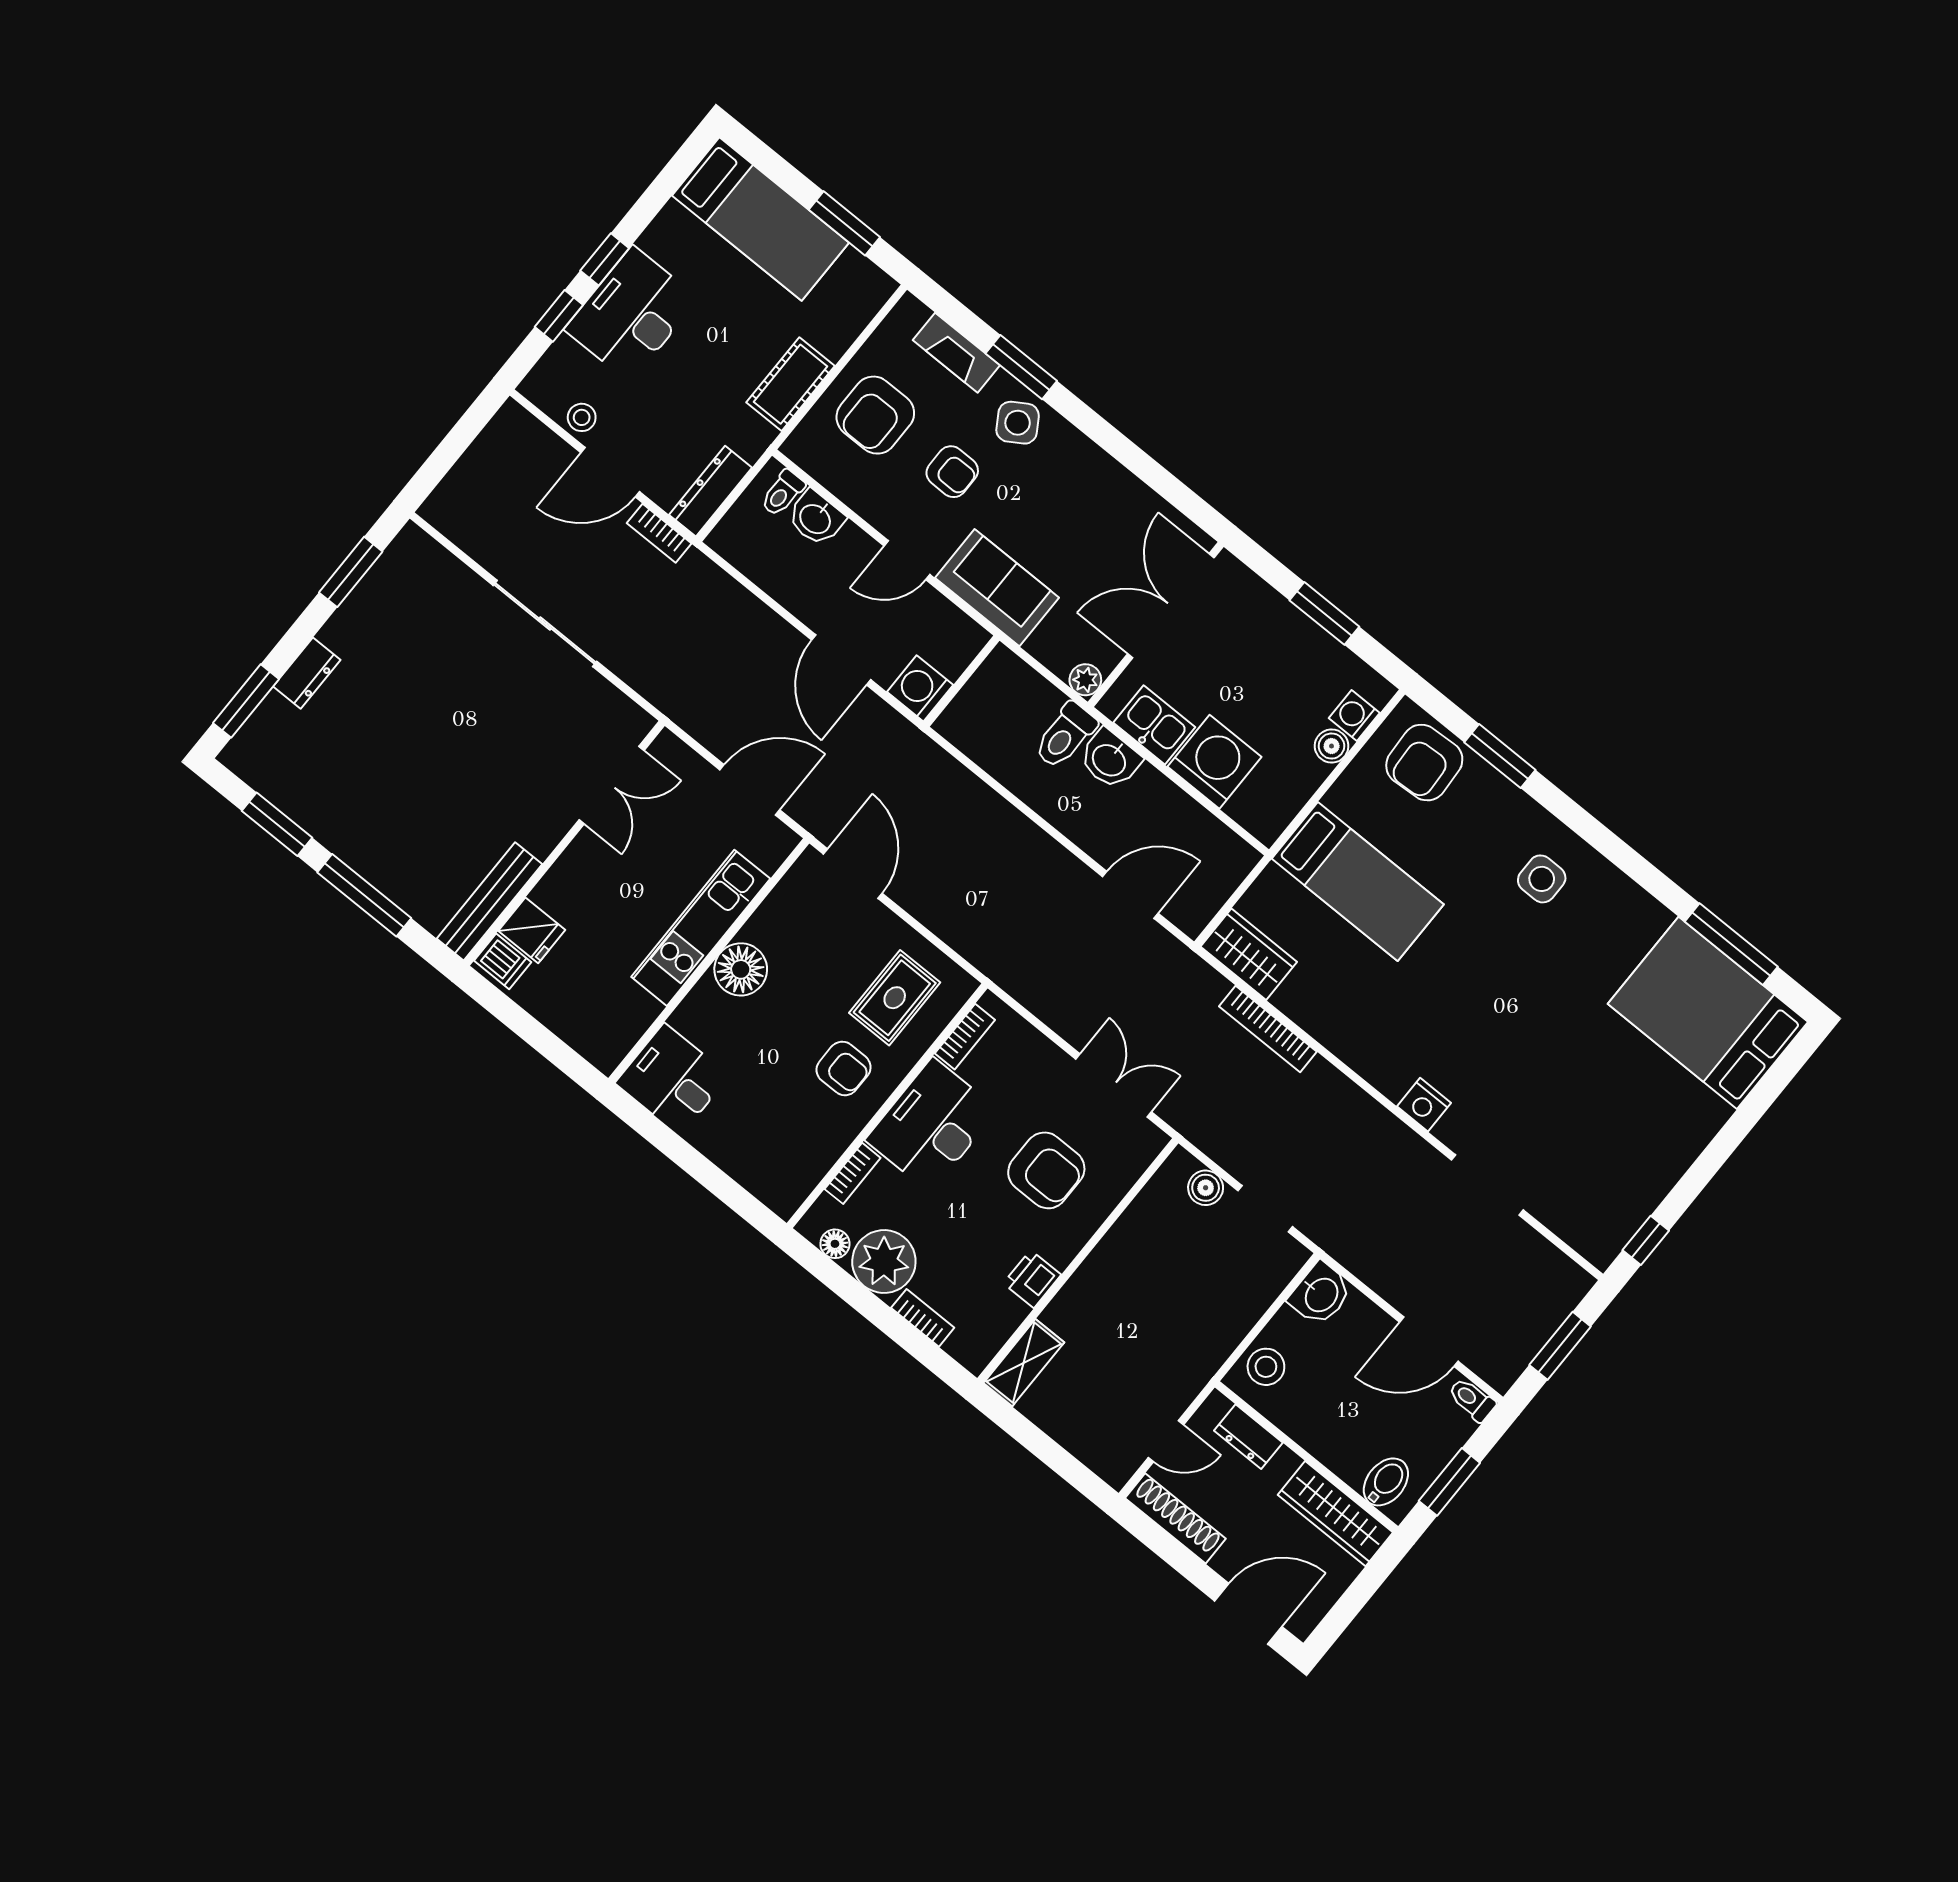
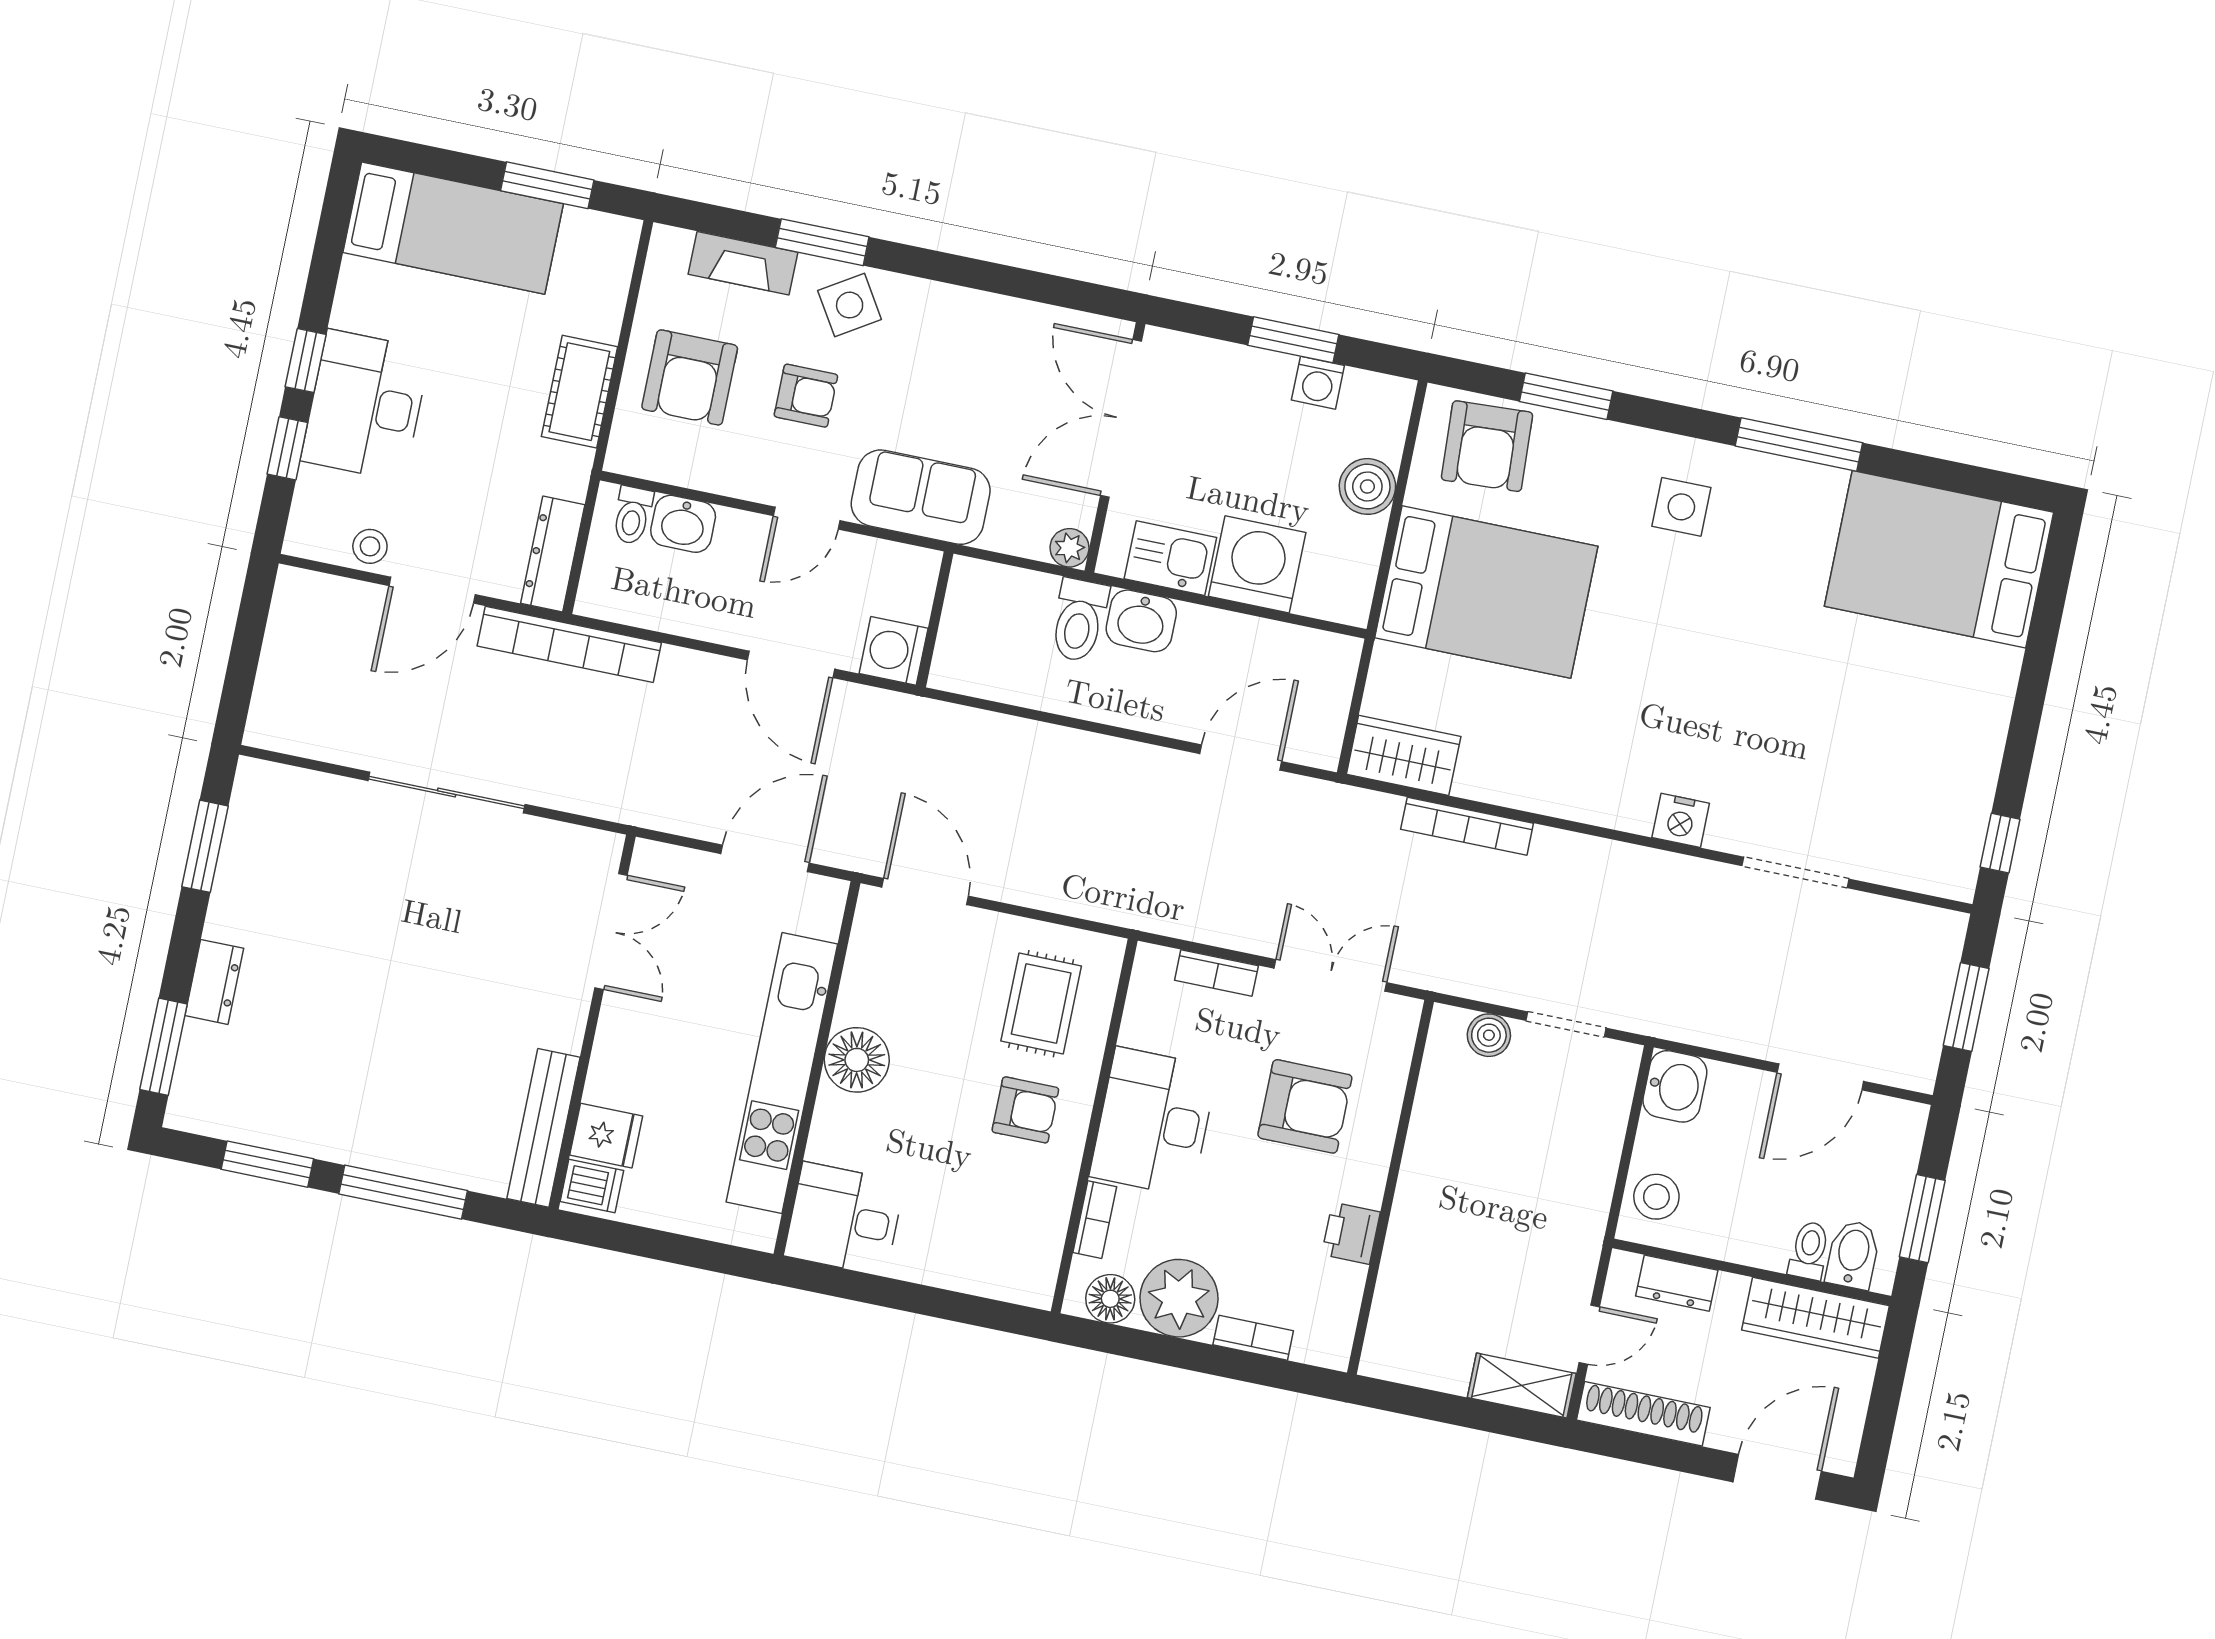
bookcase: (659, 533) -> (569, 644), width x2.31, depth x1.31
washing machine: (1354, 716) -> (1318, 383), moved, turned -90
boiler: (1332, 746) -> (1367, 486), width x1.36, depth x1.36
bed: (1358, 882) -> (1486, 592), width x1.50
kitchen unit: (701, 928) -> (782, 1073), width x1.36
window: (1731, 944) -> (1799, 444), moved
bookcase: (965, 1037) -> (1216, 973), moved, turned 90
floor lamp: (835, 1244) -> (1110, 1299), width x1.37, depth x1.37
shelving: (1024, 1363) -> (1522, 1386), moved, turned 90
toilet: (1472, 1400) -> (1809, 1250), moved, turned 90

